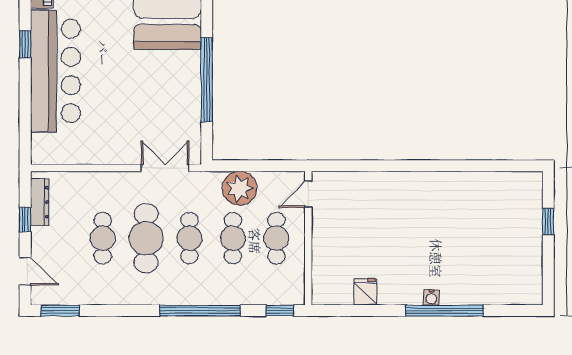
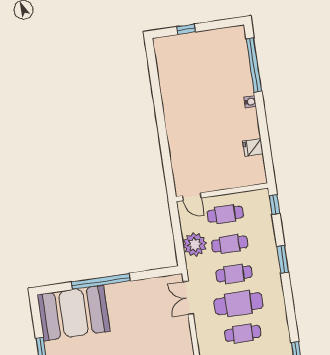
window: (207, 80) -> (101, 281), moved
window: (200, 311) -> (283, 259), width x0.47
window: (444, 311) -> (254, 65), moved

